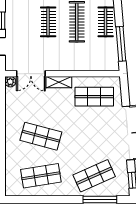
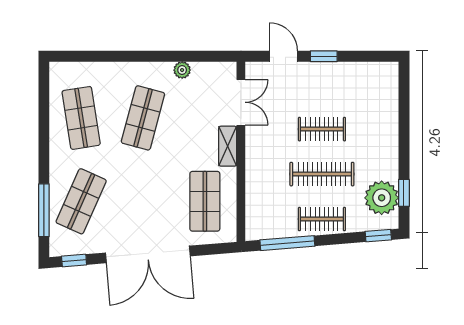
double door: (31, 74) -> (241, 102), swing flipped
plant: (10, 82) -> (182, 70), moved
shop shelf: (94, 176) -> (81, 201), turned 48

